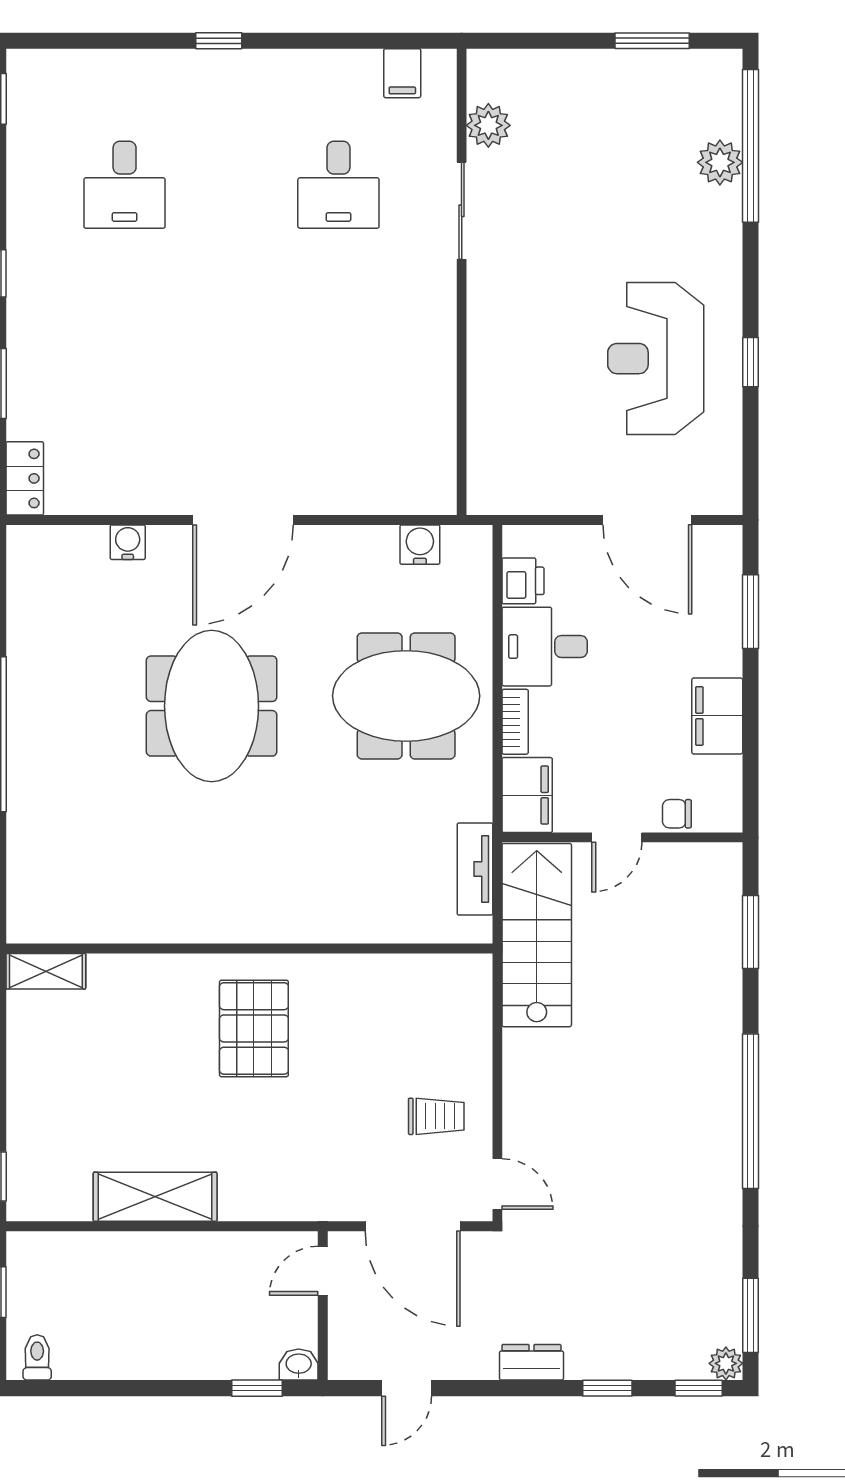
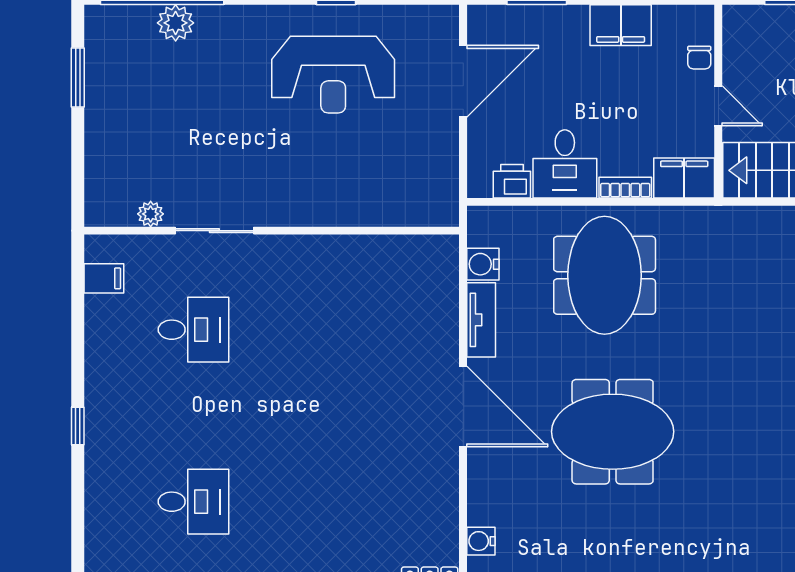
plant: (488, 125) -> (151, 214), width x0.73, depth x0.73
water cooler: (128, 542) -> (481, 541), moved
tv unit: (475, 869) -> (481, 320), moved, turned -90

